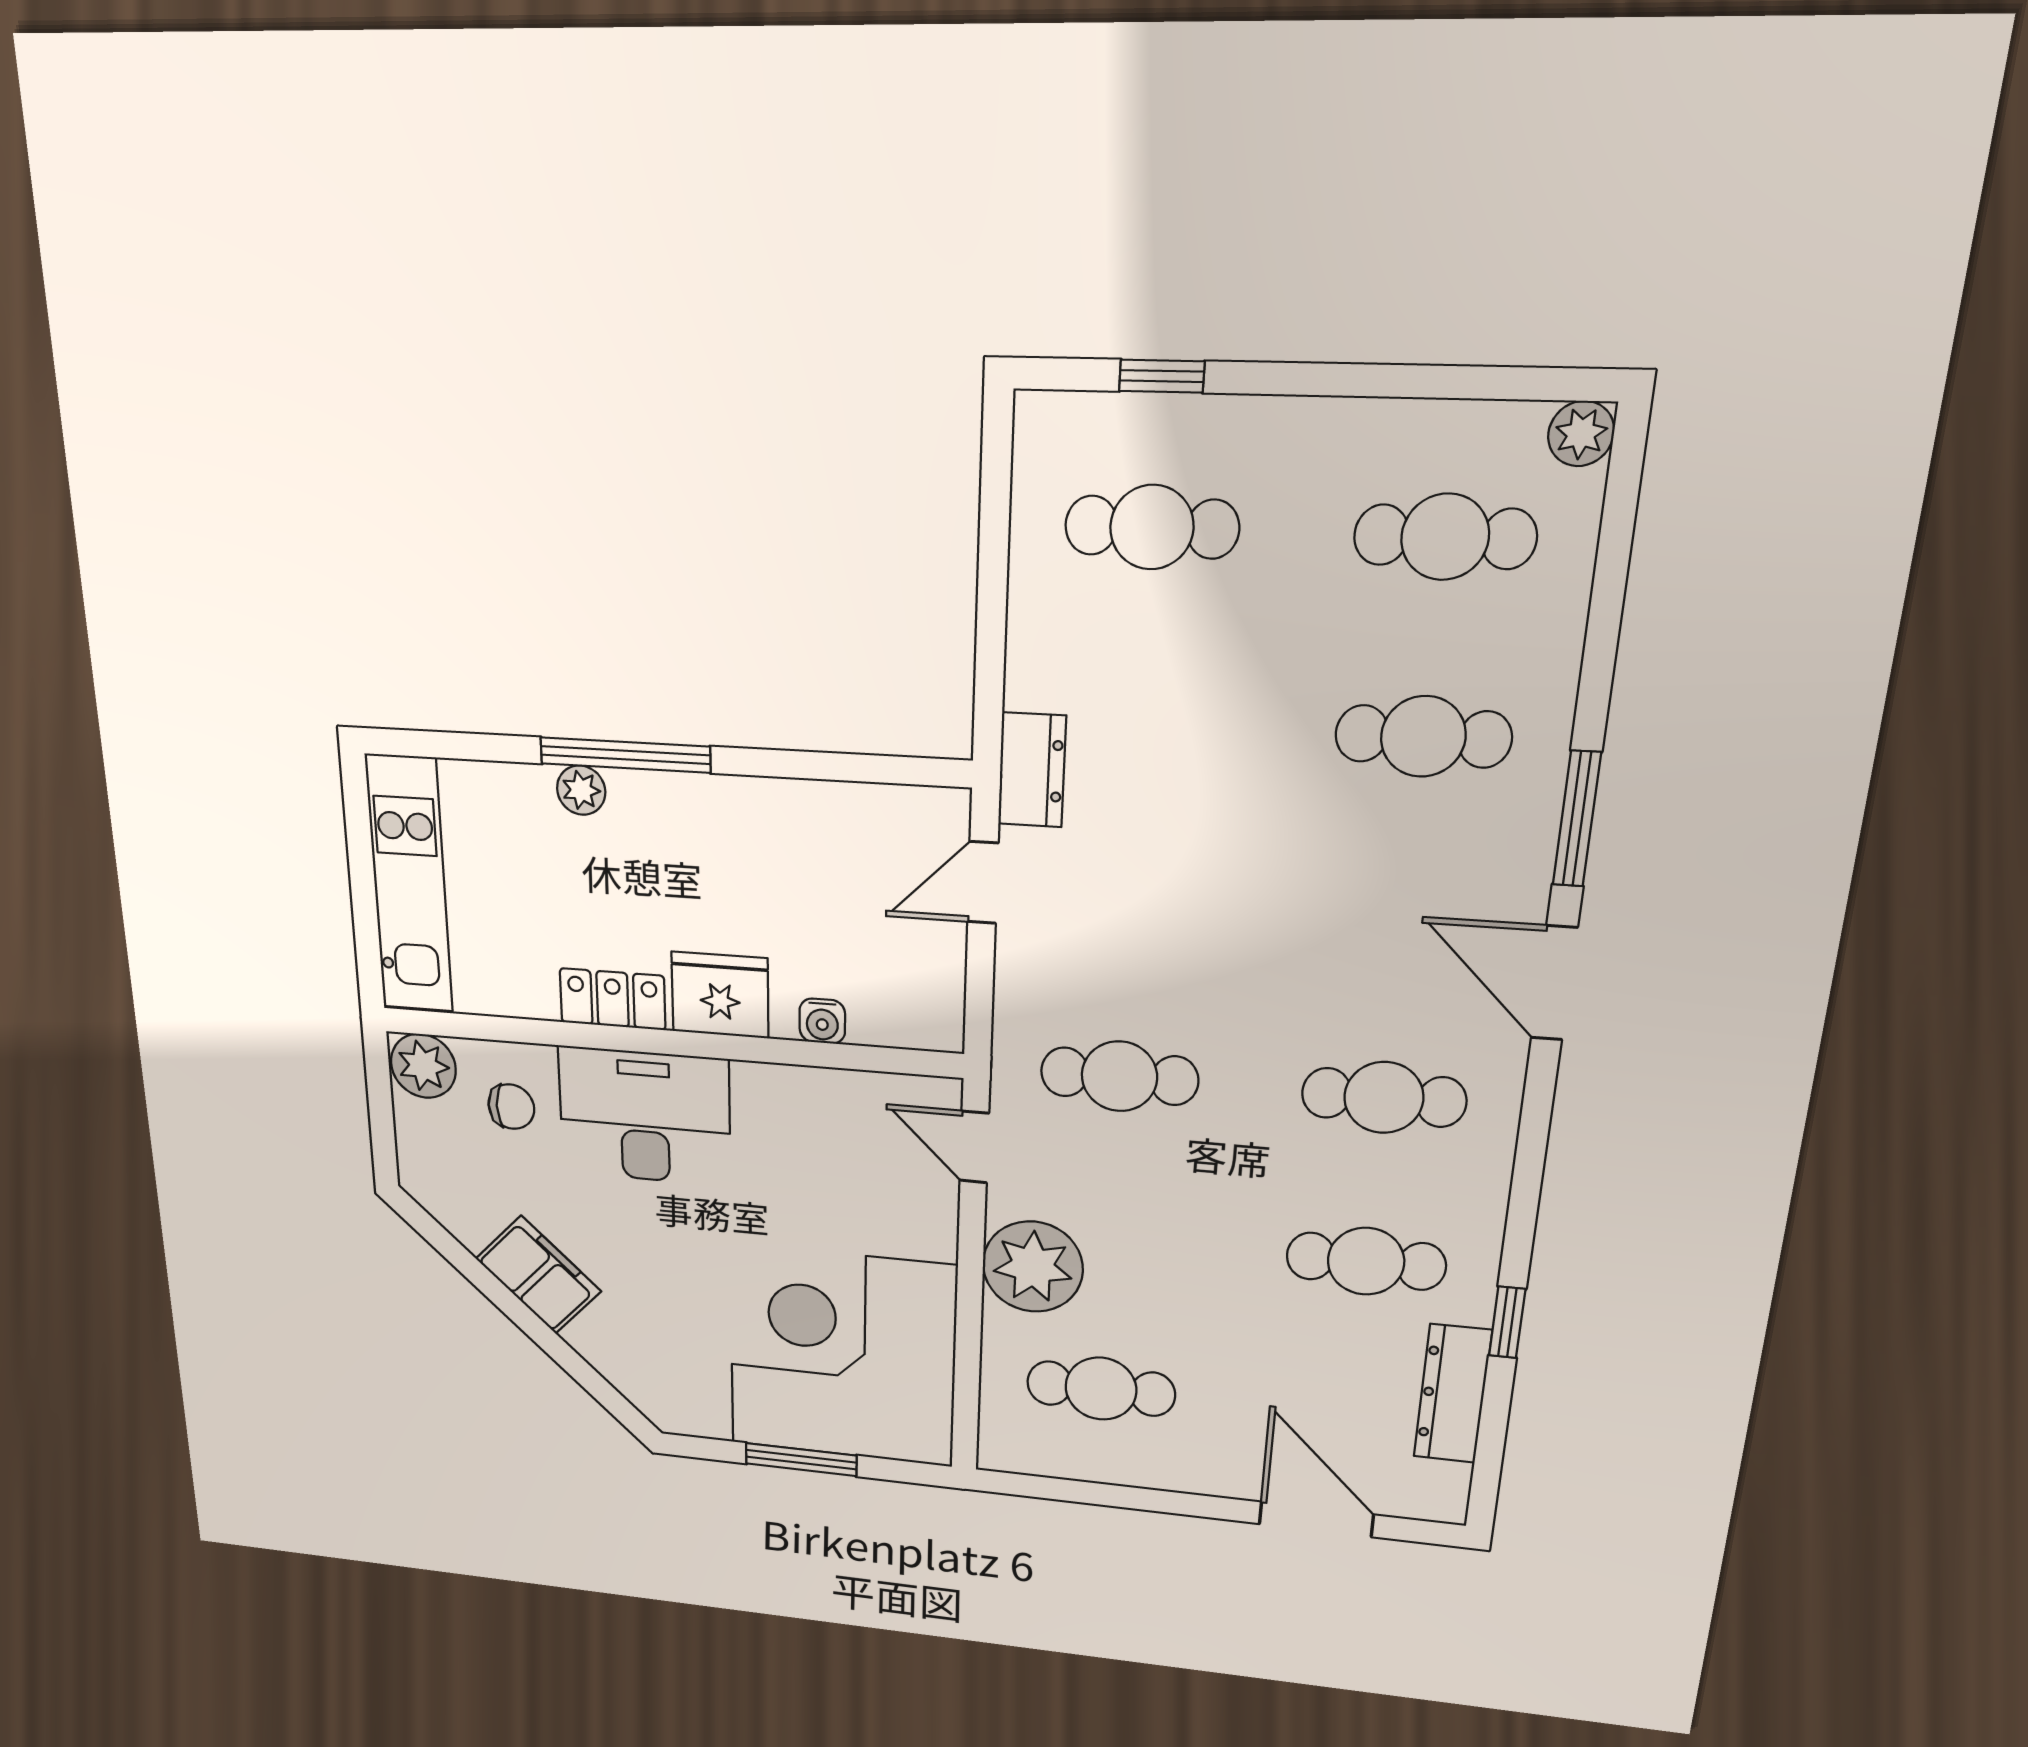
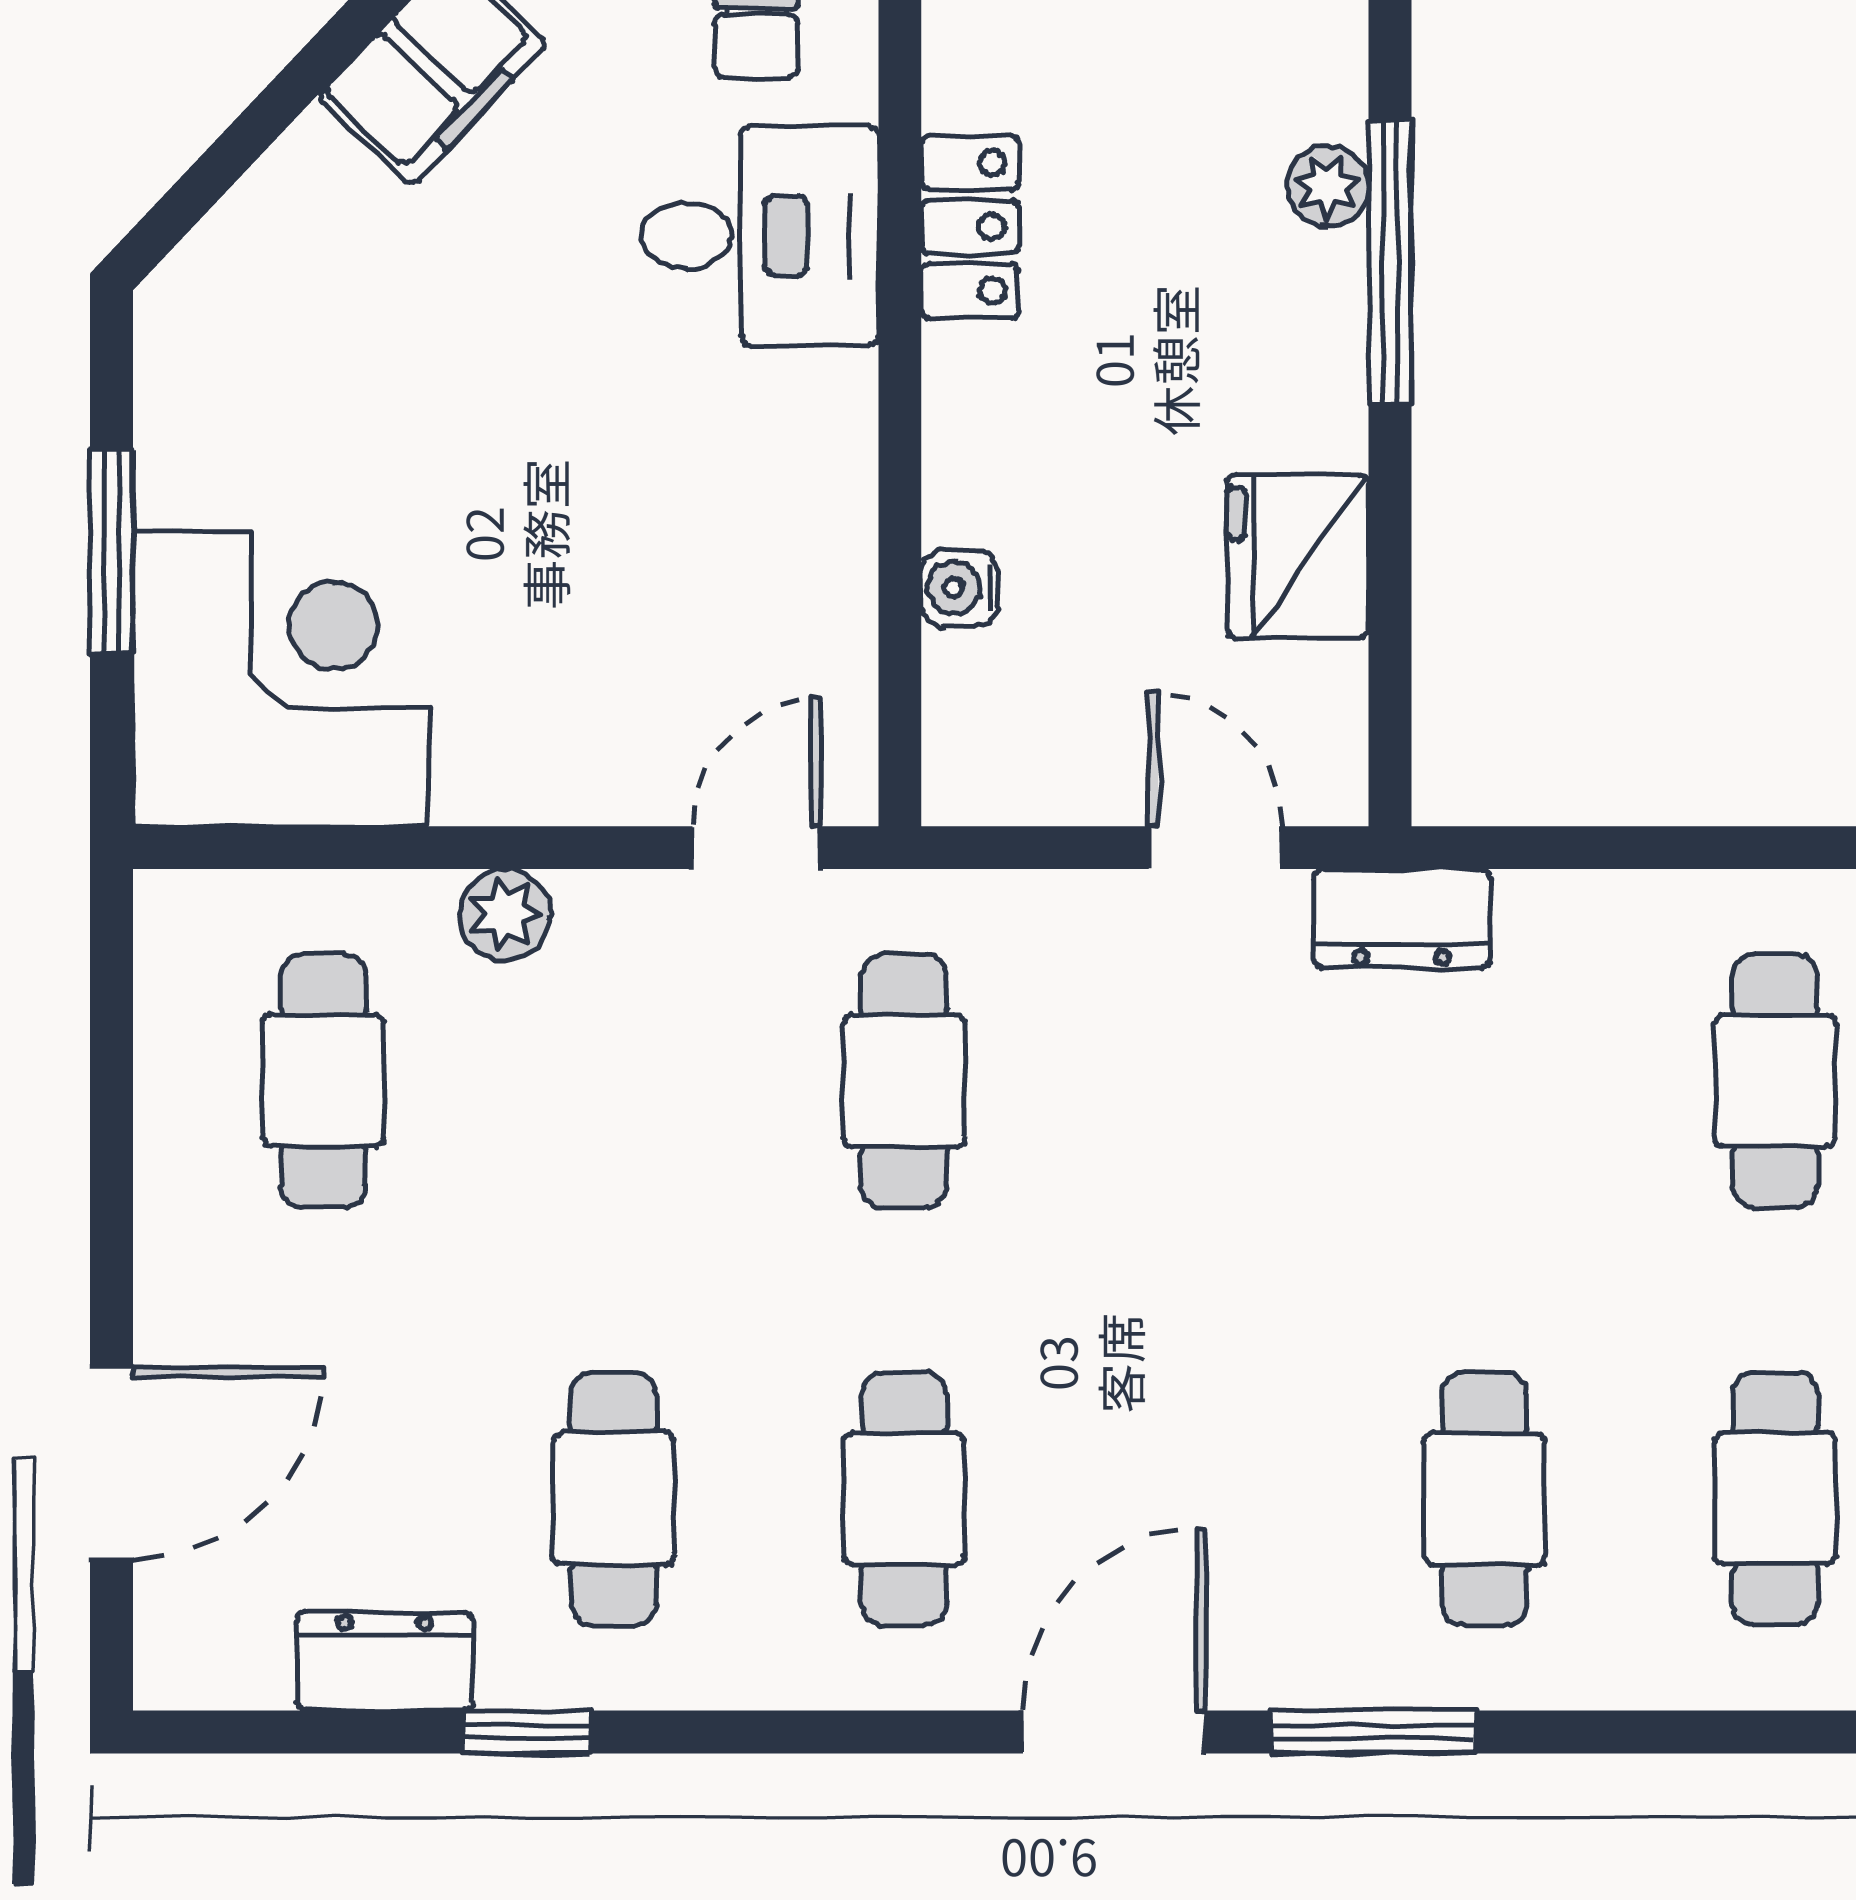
fridge: (720, 995) -> (1298, 556), moved, turned 180
desk: (645, 1116) -> (760, 236), width x0.73
plant: (1033, 1267) -> (505, 914), width x0.53, depth x0.53
corner desk: (842, 1356) -> (280, 679), width x0.74, depth x0.74
dresser: (1453, 1394) -> (385, 1661), width x0.70

